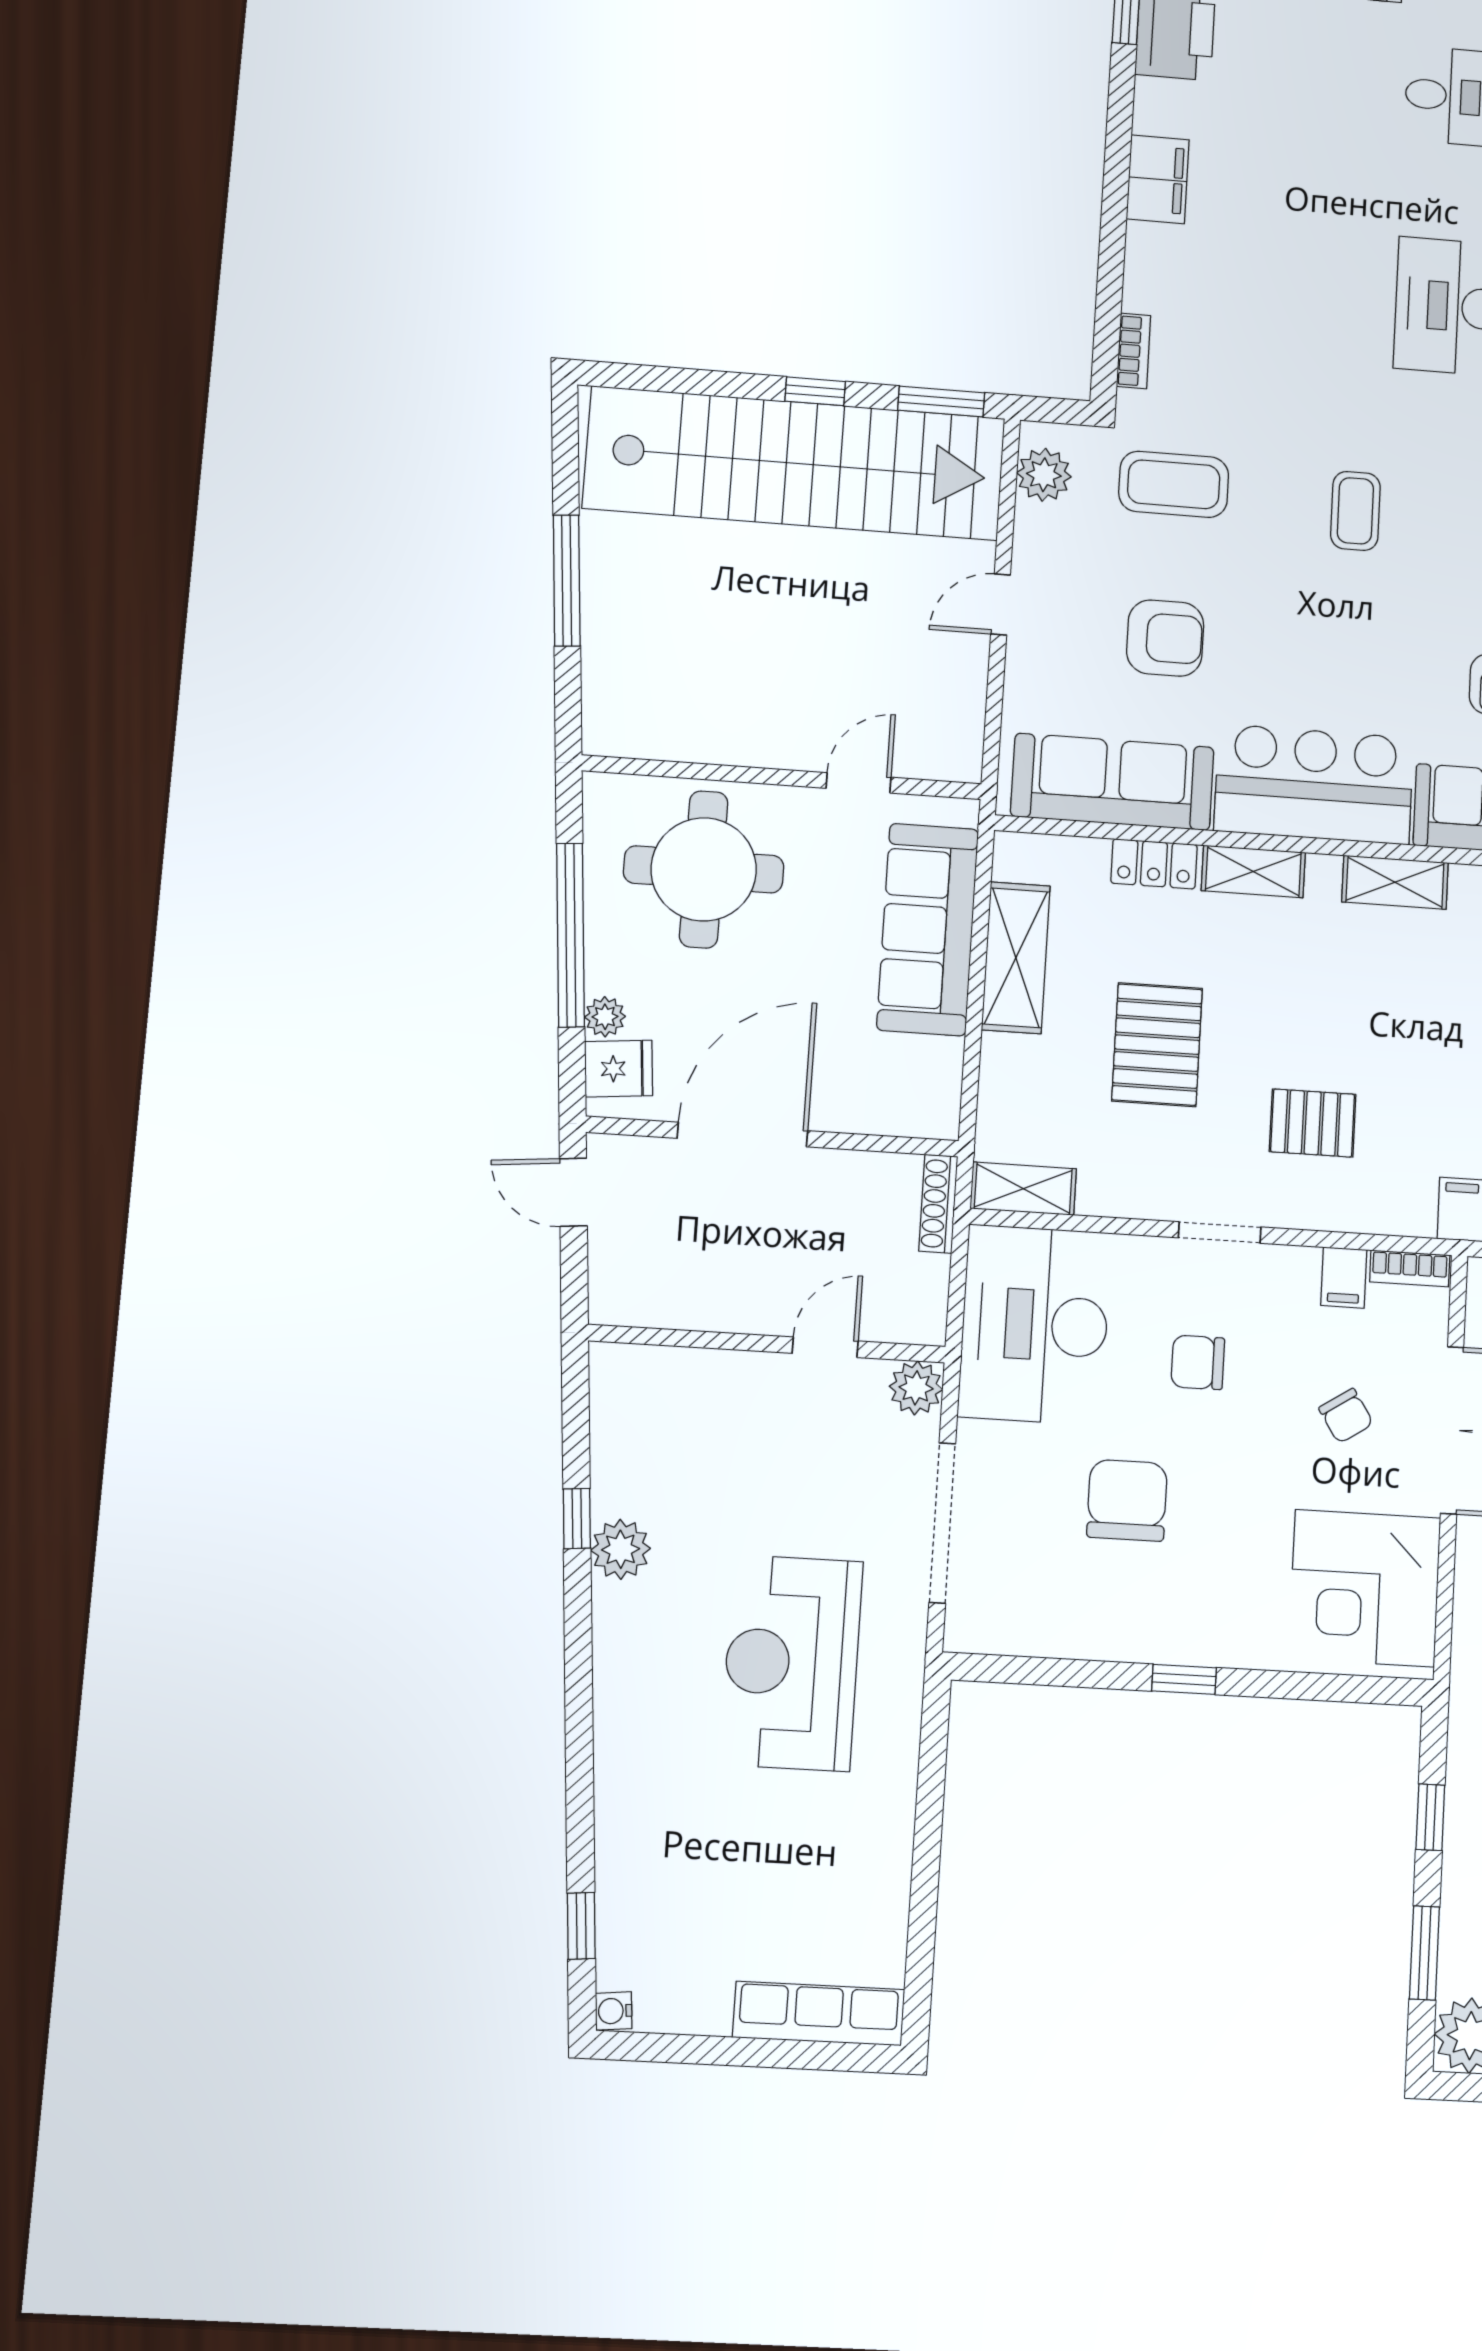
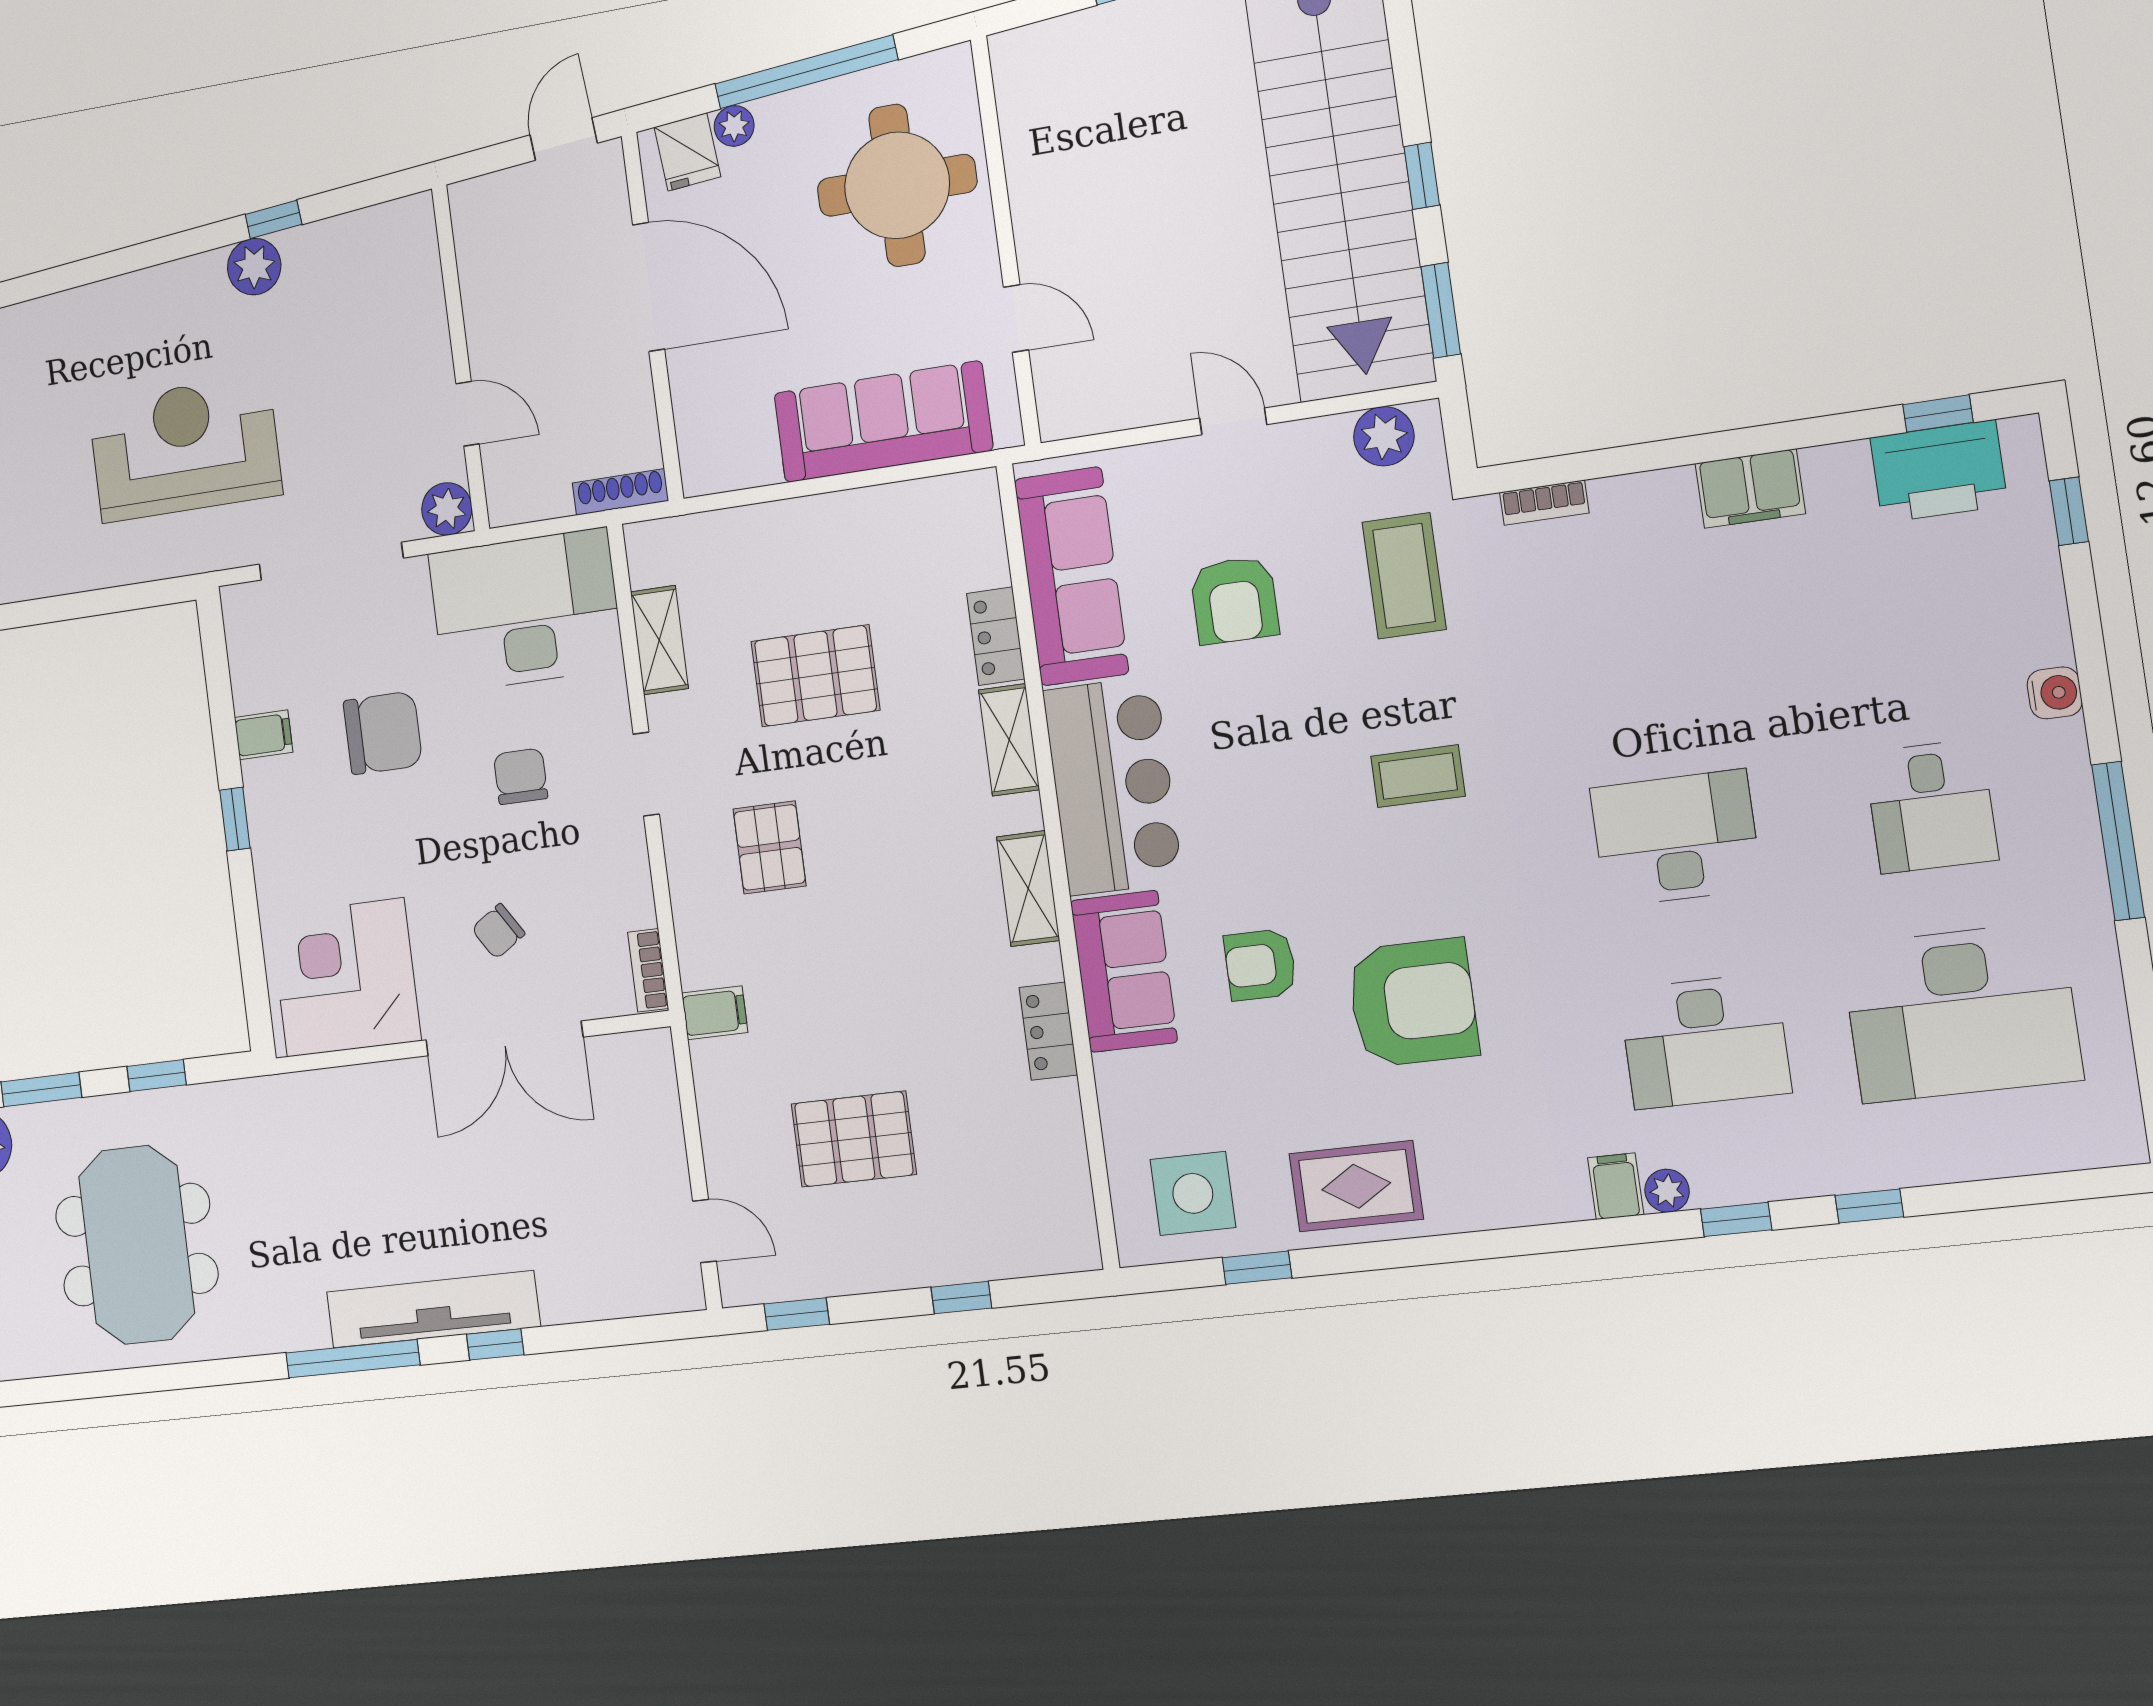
shelving: (1016, 958) -> (873, 516), removed
shelving: (1023, 1189) -> (659, 640), moved
filing cabinet: (1344, 1278) -> (264, 735), moved, turned 180

